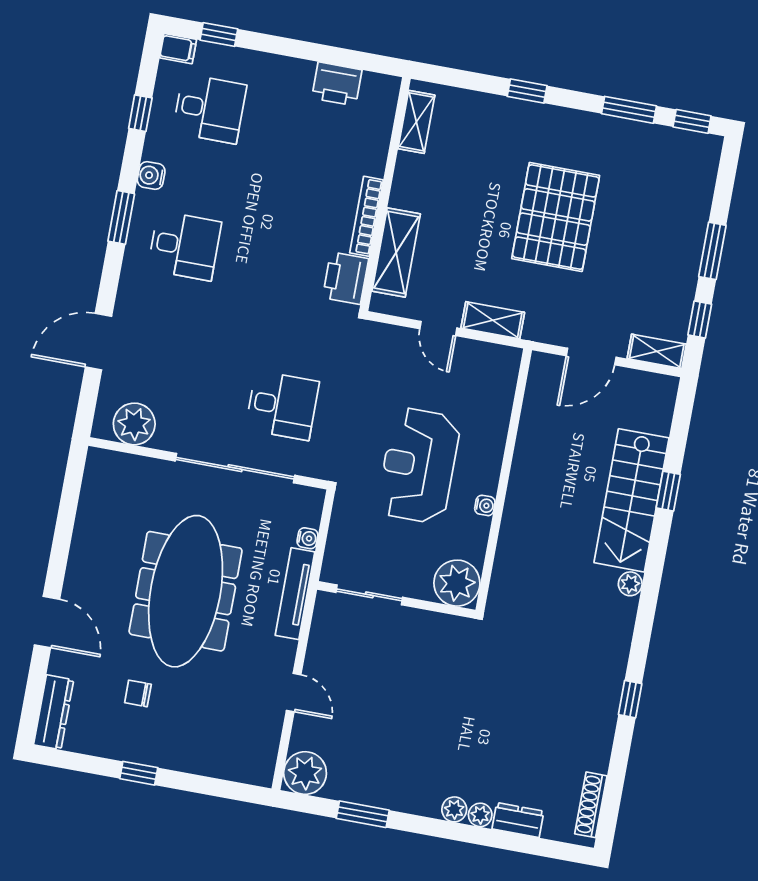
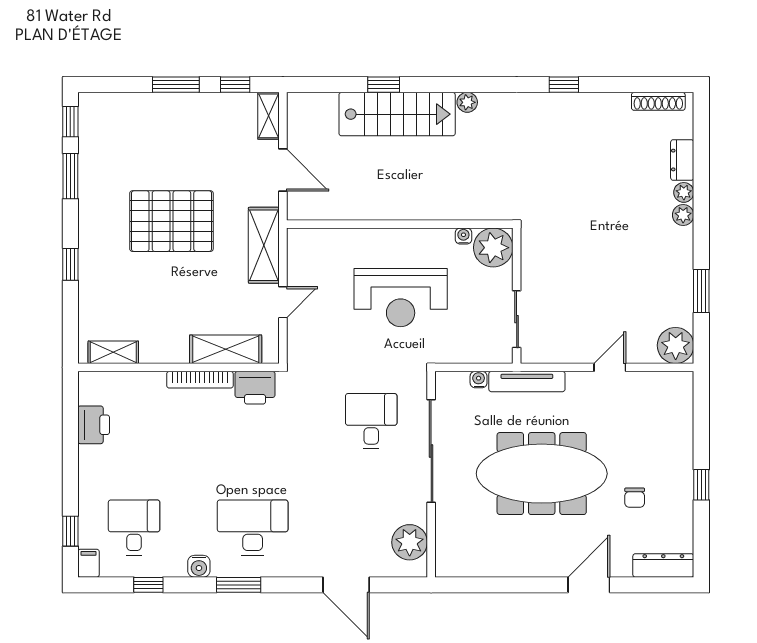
desk: (185, 246) -> (253, 527), width x1.37
shelving: (493, 320) -> (264, 245), width x1.50, depth x1.33
water cooler: (485, 505) -> (463, 236), moved

